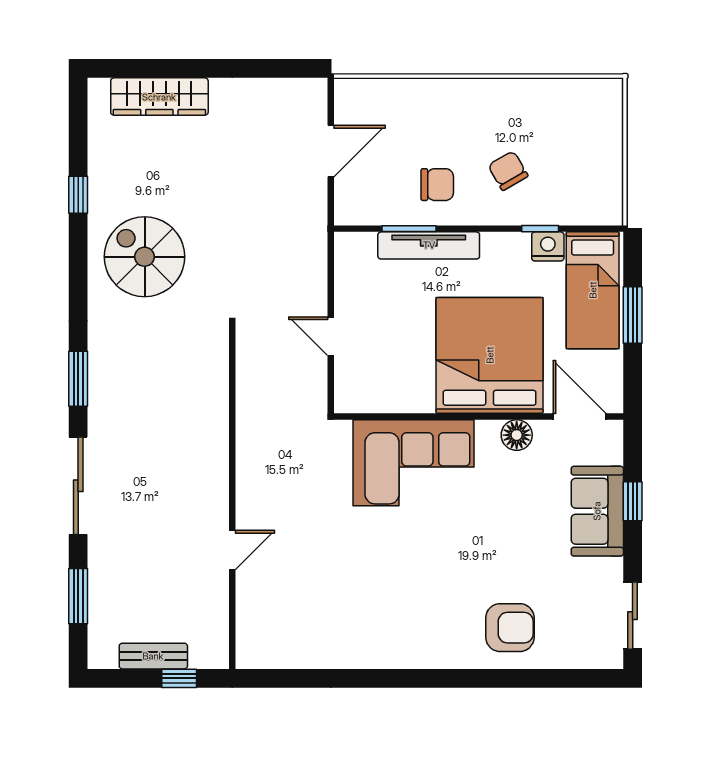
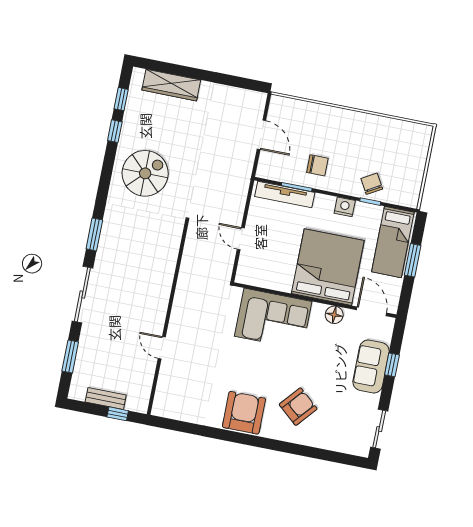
window: (78, 138) -> (121, 99), added
door: (331, 151) -> (261, 135), hinge flipped
chair: (508, 171) -> (372, 184), moved
tv unit: (429, 245) -> (285, 194), moved
nightstand: (548, 246) -> (345, 207), moved
spiral stairs: (145, 257) -> (145, 173), turned 90
door: (232, 550) -> (162, 348), swing flipped
armchair: (510, 628) -> (298, 407), moved, turned -49
armchair: (395, 634) -> (244, 413), added

